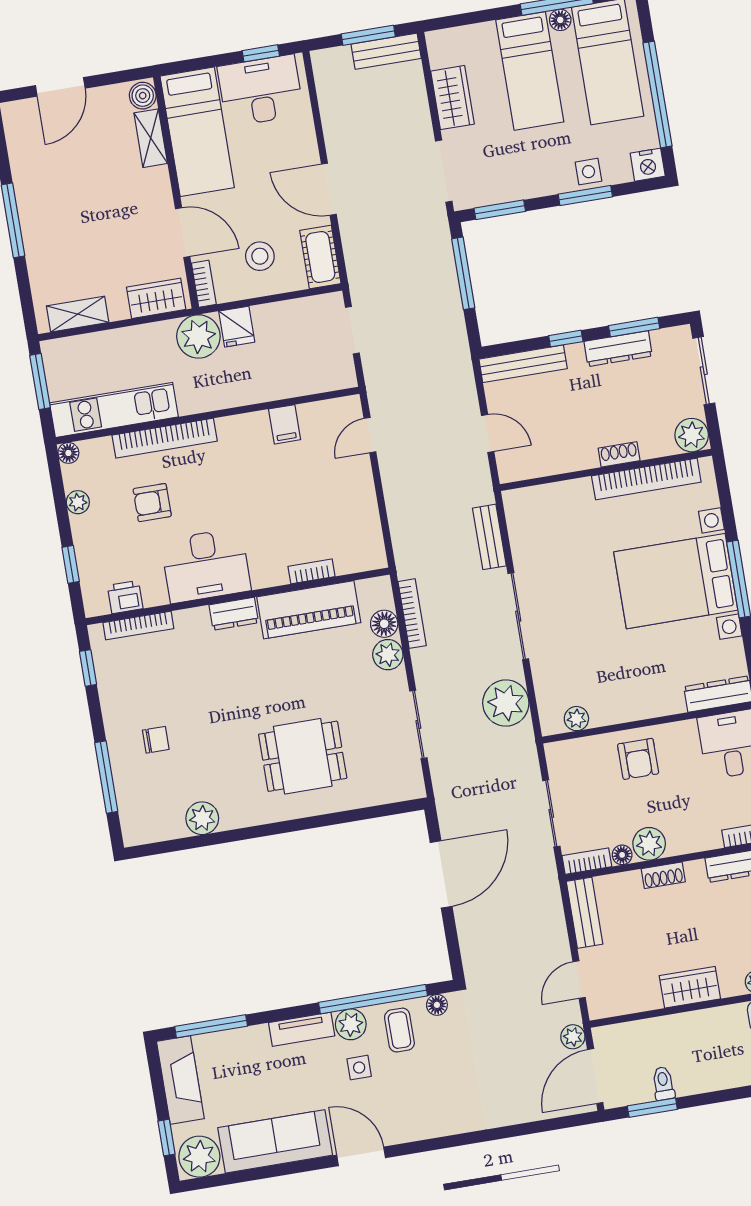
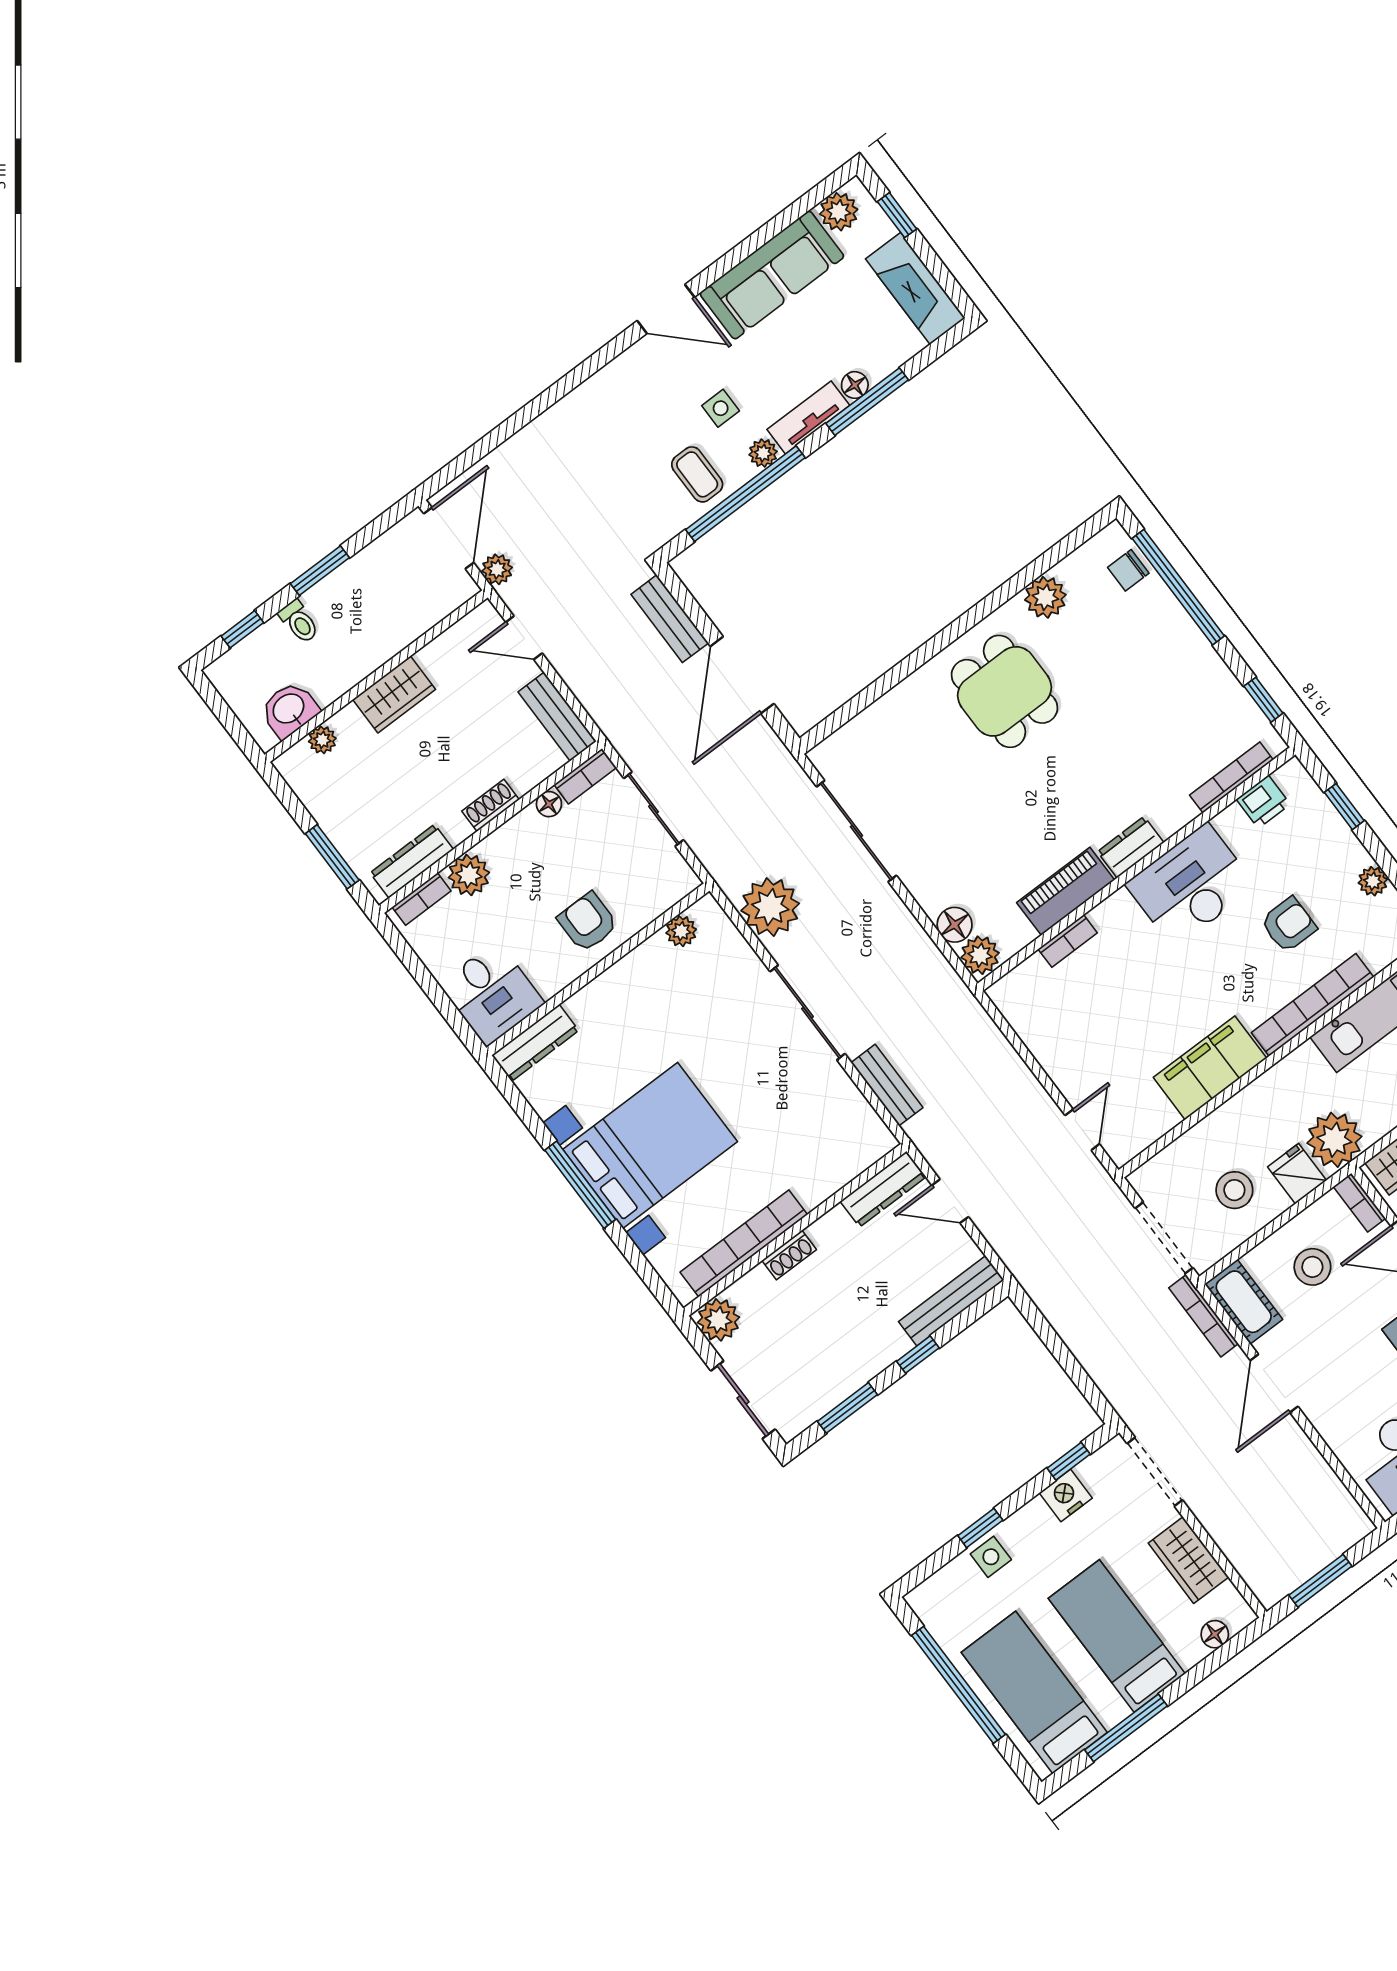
floor lamp: (560, 20) -> (1215, 1634), moved
bench: (386, 51) -> (670, 619), moved, turned 90
nightstand: (648, 165) -> (1066, 1495), moved
door: (329, 189) -> (1274, 1383), swing flipped
window: (585, 195) -> (980, 1528), width x0.67
window: (500, 210) -> (1069, 1461), width x0.67
window: (463, 273) -> (1072, 1368), removed
doorway: (352, 330) -> (1164, 1238), width x1.38
stool: (286, 338) -> (1234, 1190), added
dresser: (618, 349) -> (883, 1189), moved, turned 180
filing cabinet: (285, 424) -> (1210, 1068), width x3.00, depth x1.17
piano: (309, 610) -> (1066, 891), width x0.73, depth x0.75
bookcase: (412, 614) -> (1203, 1316), moved
plant: (388, 655) -> (980, 955), moved
sliding door: (418, 724) -> (856, 831), width x1.37
chair: (156, 740) -> (1128, 570), moved
dining table: (303, 756) -> (1005, 691), moved, turned 90
window: (106, 777) -> (1178, 587), width x1.46
plant: (649, 844) -> (469, 875), moved
door: (579, 980) -> (524, 638), swing flipped
floor lamp: (437, 1005) -> (855, 385), moved
plant: (351, 1024) -> (763, 453), width x0.73, depth x0.73
window: (211, 1026) -> (867, 402), moved
toilet: (663, 1083) -> (299, 622), moved
window: (652, 1108) -> (320, 571), moved
plant: (199, 1157) -> (839, 212), width x0.73, depth x0.73

